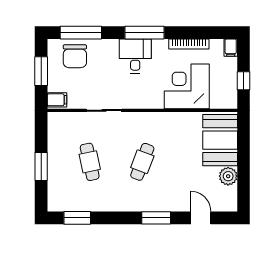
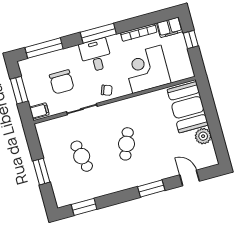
filing cabinet: (231, 48) -> (170, 27), width x2.00
chair: (75, 56) -> (62, 82), moved
window: (244, 81) -> (191, 40), moved
chair: (137, 97) -> (107, 90), added

